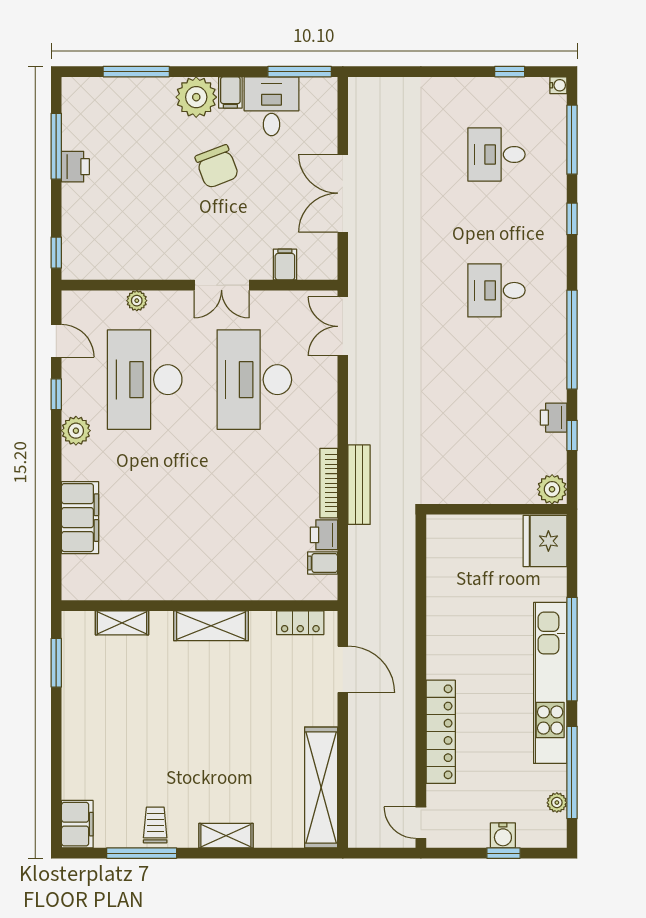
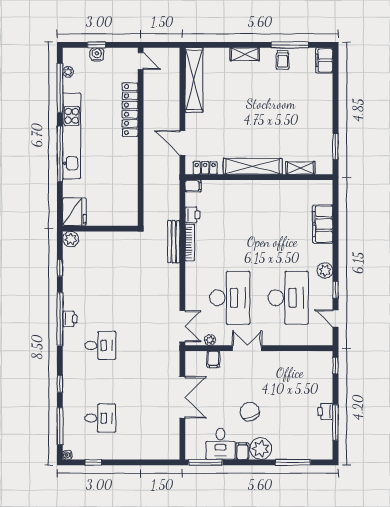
plant: (137, 301) -> (210, 340), moved
printer: (554, 418) -> (70, 319), moved
filing cabinet: (323, 563) -> (193, 186), moved
shelving: (211, 626) -> (253, 166), width x1.47

